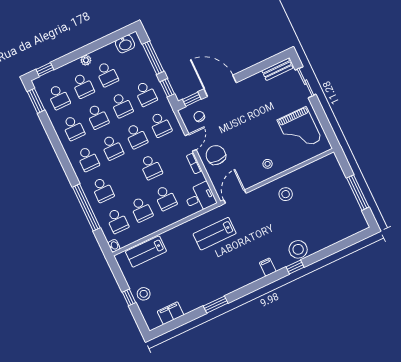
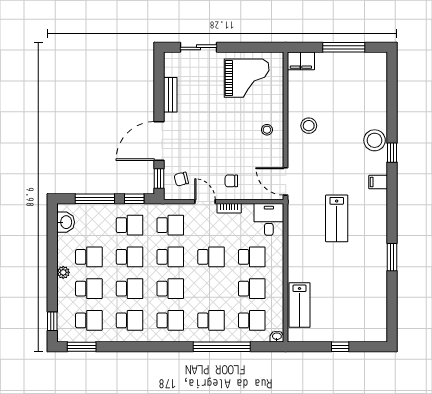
bench: (277, 69) -> (170, 95), moved
chair: (216, 155) -> (231, 181), width x0.54, depth x0.54
lab bench: (215, 234) -> (337, 218), moved
stool: (144, 294) -> (344, 329), removed
filing cabinet: (171, 313) -> (301, 61), moved, turned -90

